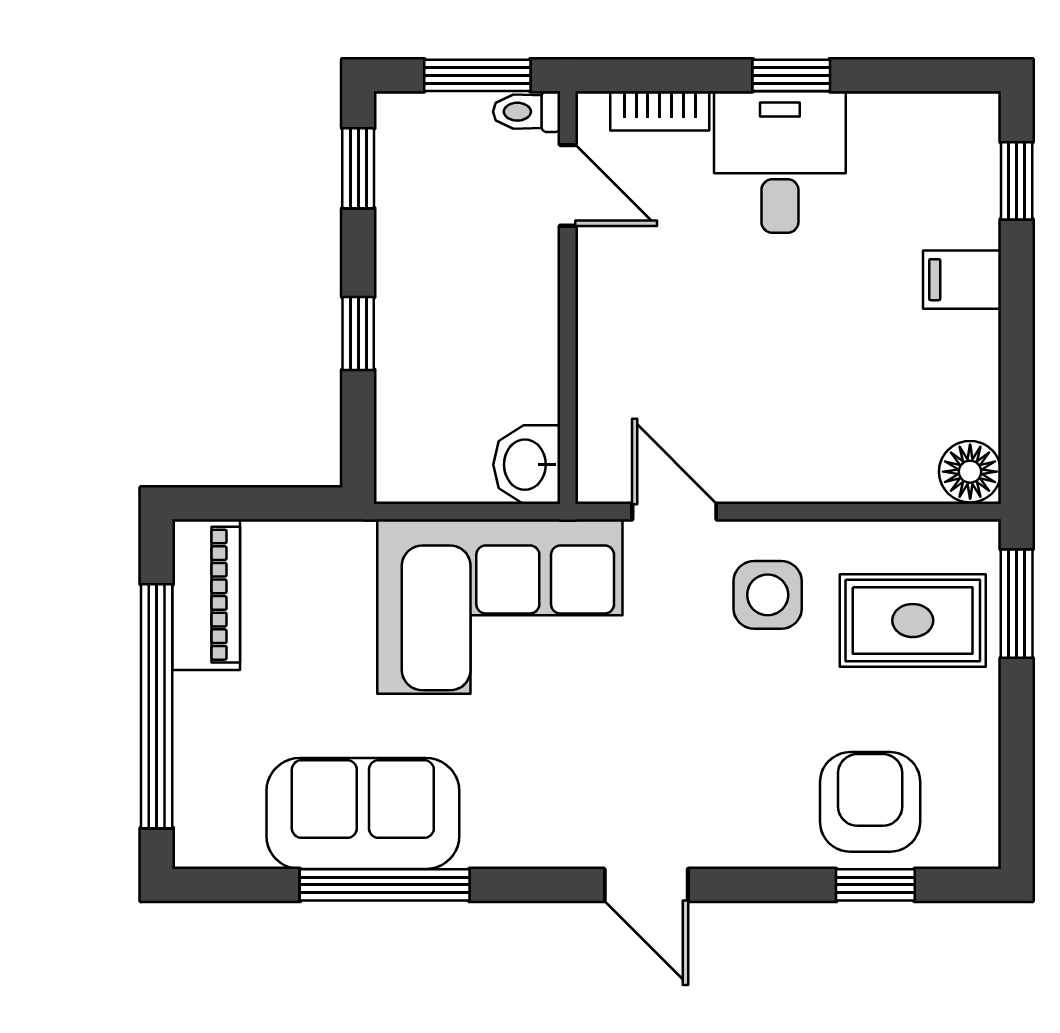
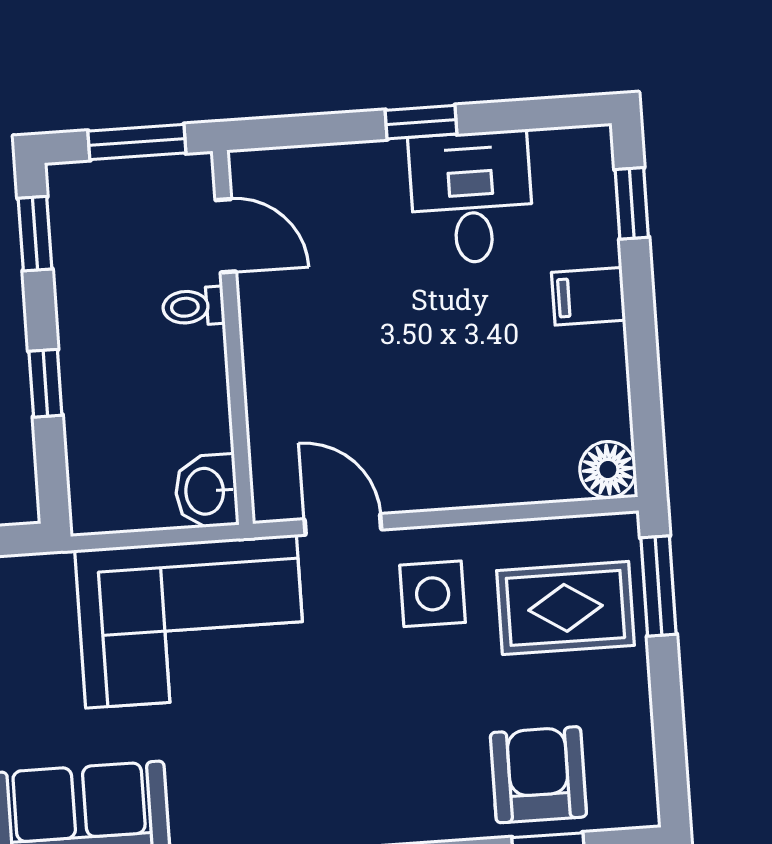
bookcase: (660, 111) -> (304, 163), removed
toilet: (527, 112) -> (193, 307), moved
desk: (780, 162) -> (471, 197), moved

